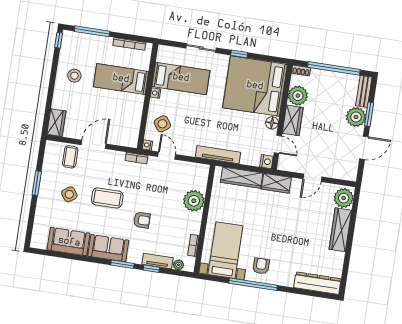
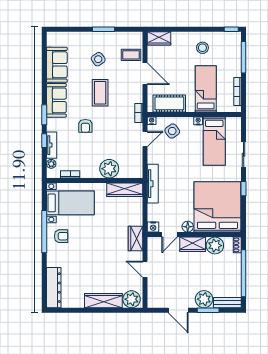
cot: (131, 122) -> (169, 103), added
wardrobe: (242, 178) -> (125, 190), moved, turned -90

